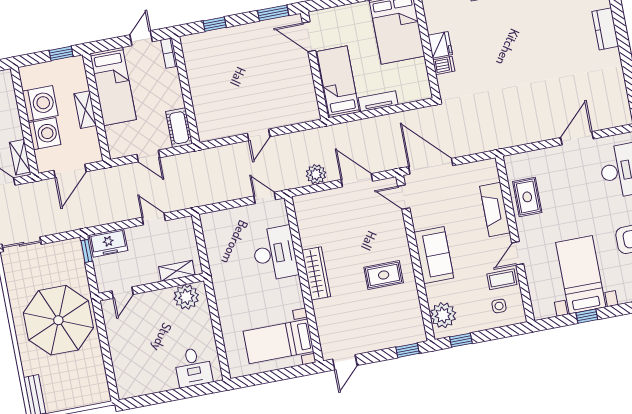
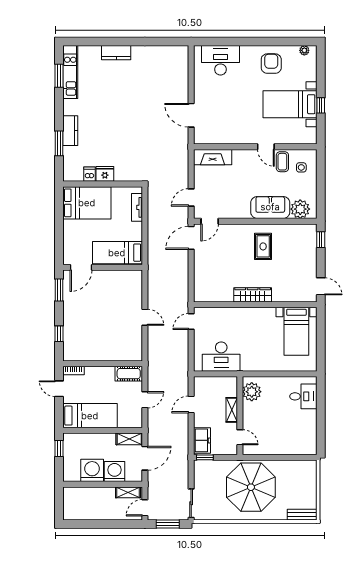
dishwasher: (444, 65) -> (90, 174), moved
tv unit: (378, 101) -> (137, 207), moved
shelving: (85, 110) -> (129, 439), moved
door: (577, 138) -> (191, 115), moved
door: (431, 166) -> (191, 197), width x0.53
door: (70, 171) -> (145, 458), hinge flipped
plant: (316, 174) -> (181, 281), removed
door: (357, 180) -> (191, 238), moved
rug: (527, 197) -> (227, 132), removed
fireplace: (495, 210) -> (213, 157), moved
desk: (275, 253) -> (221, 357), moved, turned 180
sofa: (434, 255) -> (270, 207), moved
shelving: (177, 271) -> (232, 410), moved
window: (461, 340) -> (321, 200), removed

